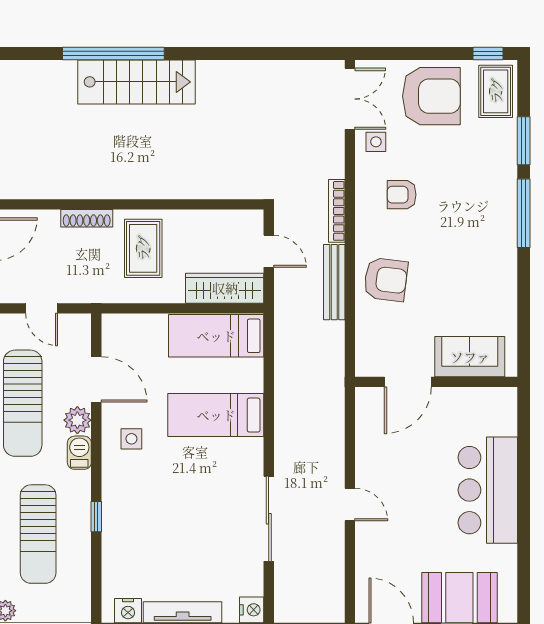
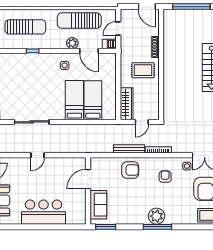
window: (524, 141) -> (106, 227), moved
plant: (498, 216) -> (156, 216), added
armchair: (386, 279) -> (130, 170), turned -97
bed: (216, 336) -> (93, 100), moved
door: (96, 379) -> (89, 51), hinge flipped
door: (408, 382) -> (88, 179), hinge flipped
barbecue: (79, 453) -> (109, 44), moved
sun lounger: (38, 534) -> (25, 27), turned 180

